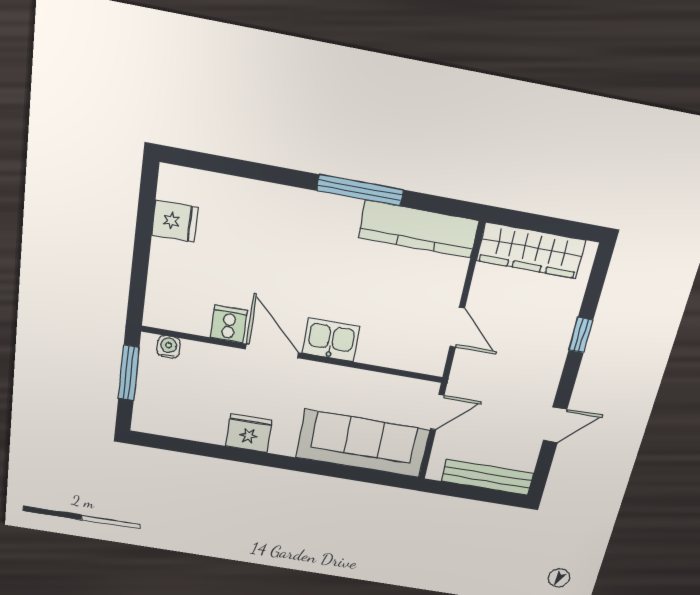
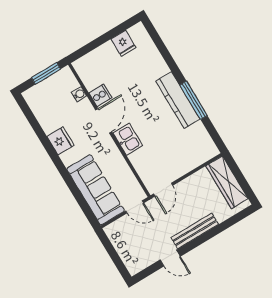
kitchen counter: (419, 229) -> (178, 100), moved
door: (457, 327) -> (163, 190), moved
window: (581, 335) -> (213, 232), removed
water cooler: (169, 347) -> (79, 94), moved
bench: (487, 477) -> (195, 231), moved, turned 90

